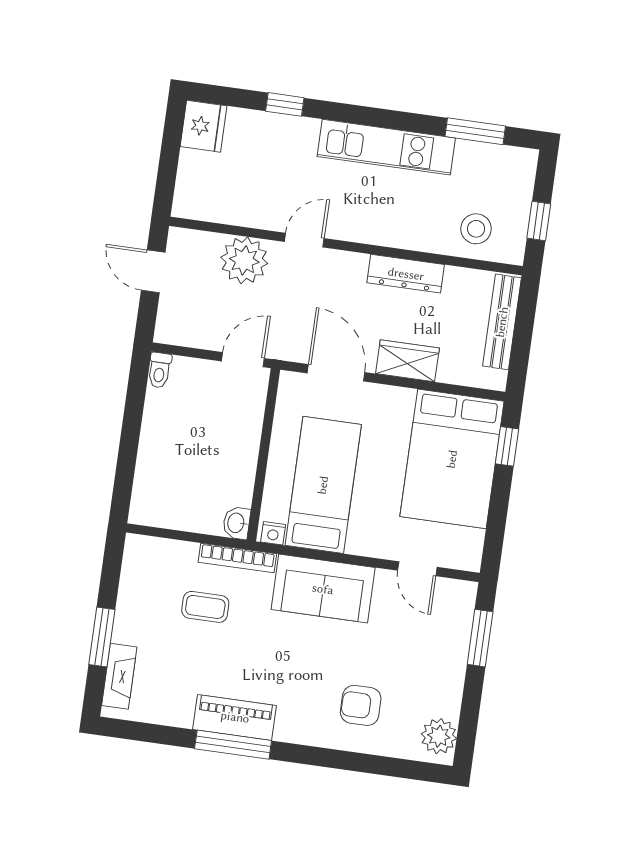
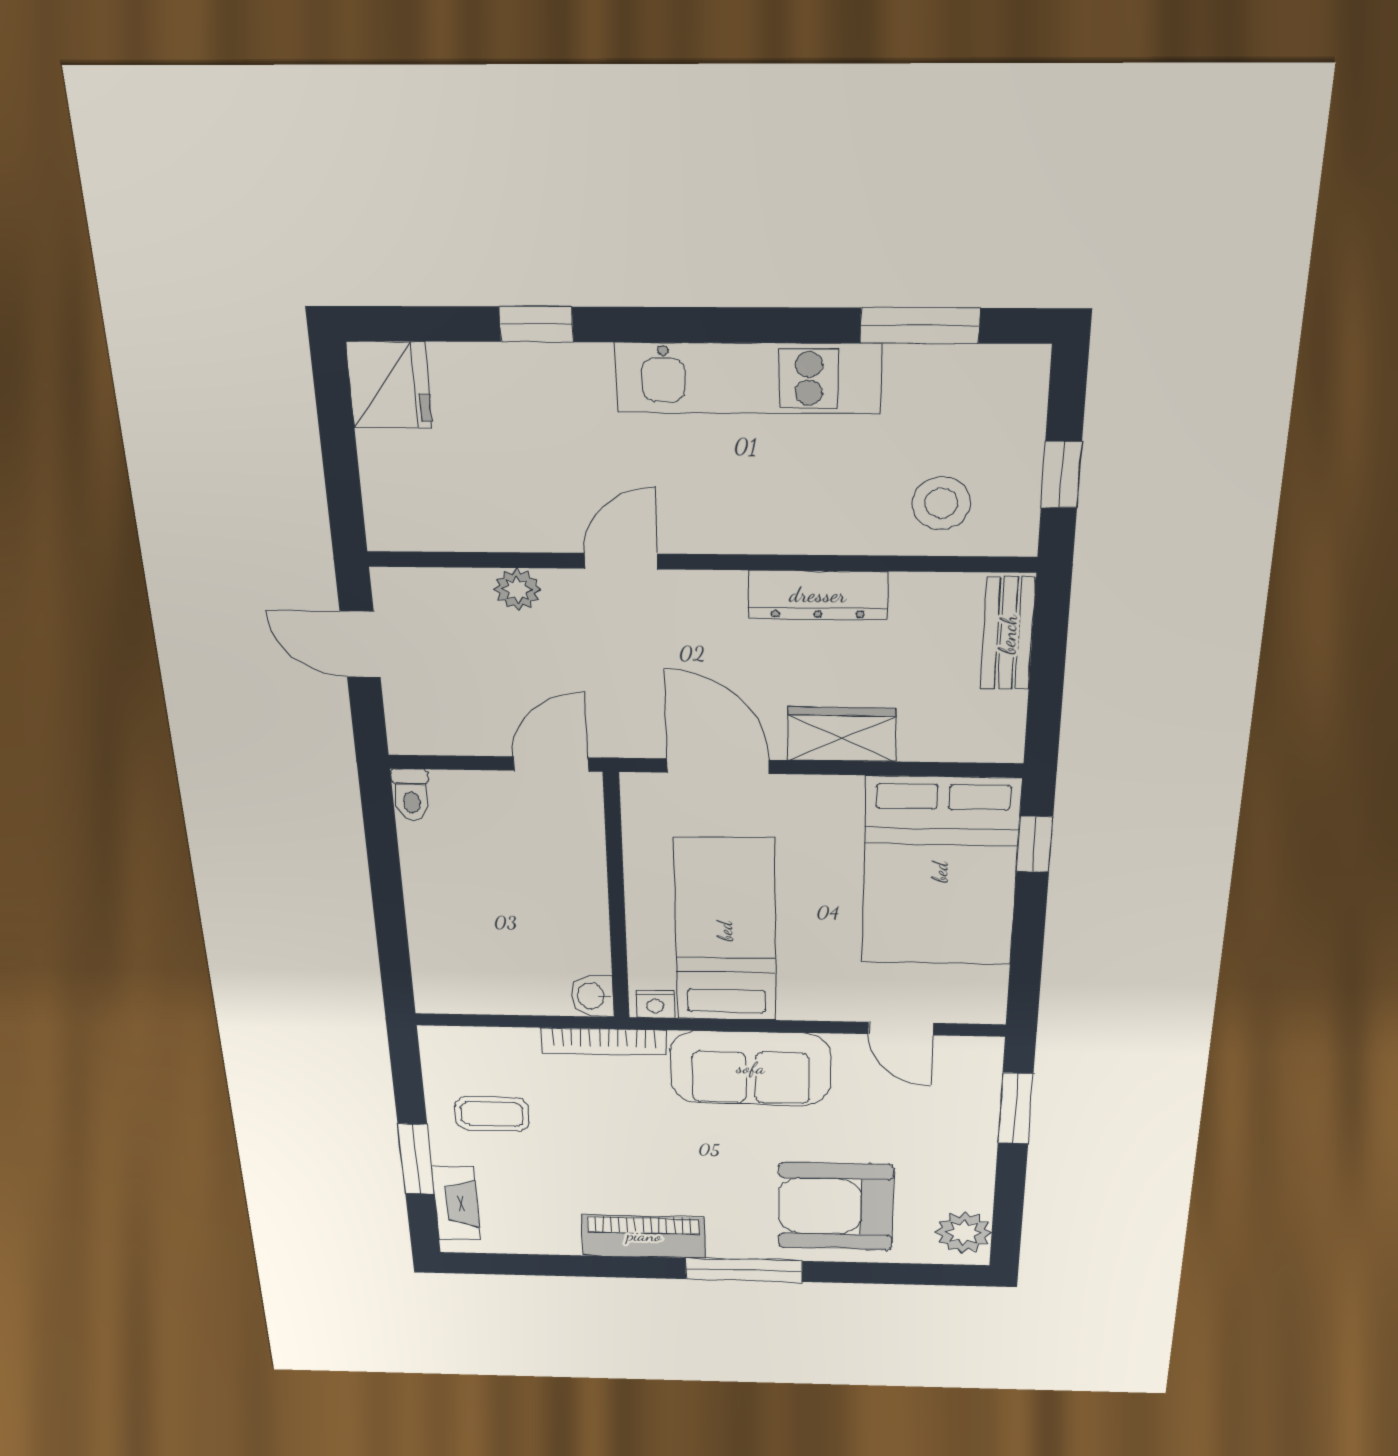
plant: (244, 260) -> (517, 589), width x0.53, depth x0.53
bench: (502, 322) -> (1008, 634), width x0.73
coffee table: (205, 607) -> (492, 1114), moved
armchair: (361, 705) -> (836, 1207), width x1.88, depth x1.88
window: (233, 745) -> (744, 1270), moved

